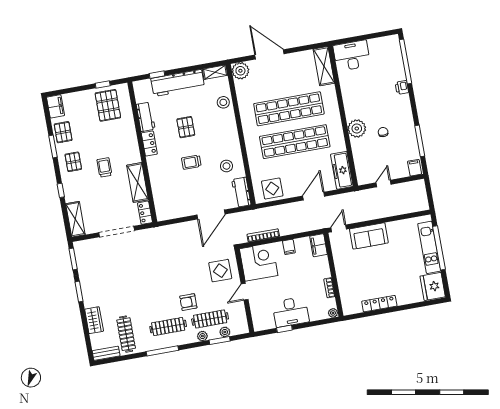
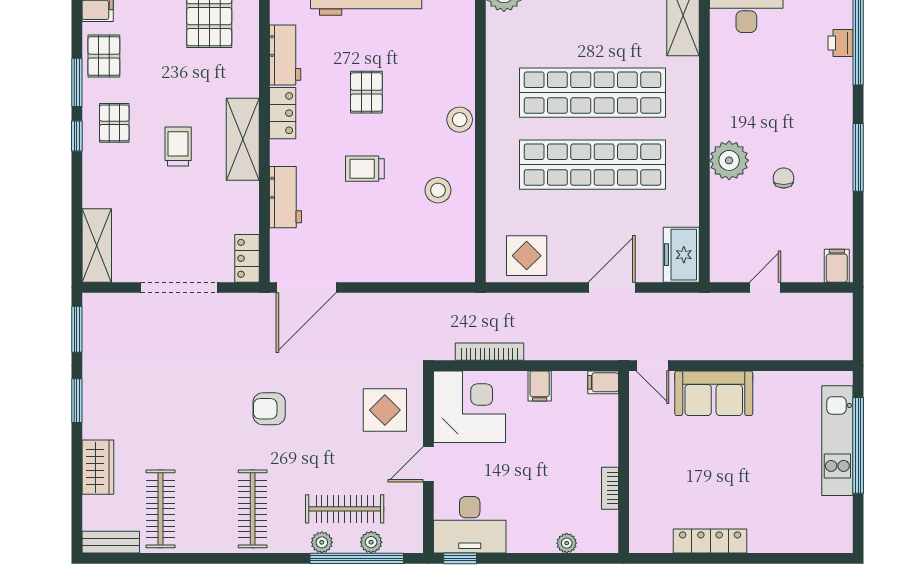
printer: (402, 87) -> (840, 43), moved
stool: (223, 102) -> (460, 120), moved
window: (420, 141) -> (858, 157), moved
freezer: (342, 170) -> (681, 255), width x0.71
shelving: (137, 182) -> (243, 139), moved
window: (61, 190) -> (77, 136), moved
workbench: (241, 192) -> (285, 197), moved, turned 180
door: (211, 215) -> (306, 287), moved
door: (339, 228) -> (653, 366), swing flipped
filing cabinet: (318, 245) -> (603, 382), width x0.50
fridge: (433, 286) -> (830, 525), removed
armchair: (188, 302) -> (269, 409), moved
desk: (291, 312) -> (470, 525), moved
plant: (333, 313) -> (567, 543), moved
clothes rail: (168, 327) -> (253, 509), turned 90
window: (284, 329) -> (460, 558), moved
window: (220, 340) -> (357, 558), width x2.11
window: (162, 351) -> (231, 558), removed

